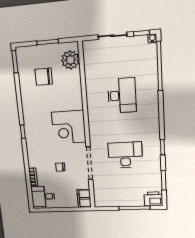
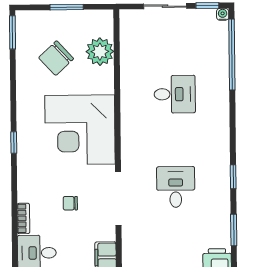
plant: (70, 60) -> (100, 52), moved
chair: (44, 77) -> (56, 58), turned -43
desk: (122, 96) -> (175, 94), width x0.73
corner desk: (69, 127) -> (80, 130), width x1.36, depth x1.36
desk: (125, 155) -> (176, 187), width x0.73

